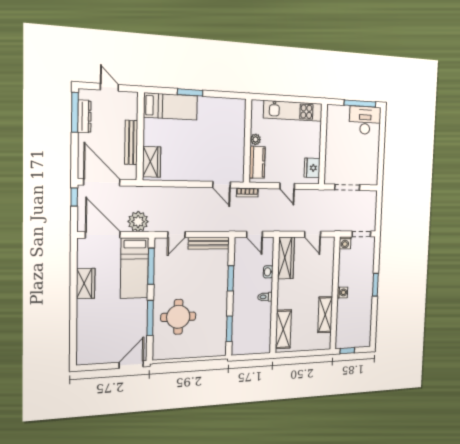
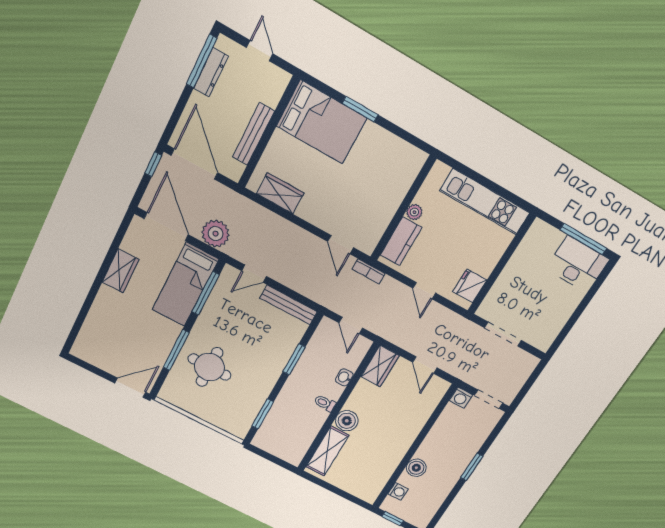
bed: (171, 106) -> (322, 122), width x1.50
wardrobe: (152, 162) -> (280, 193), moved, turned -90
wardrobe: (286, 258) -> (380, 366), width x0.67
washing machine: (342, 292) -> (398, 491), moved
boiler: (285, 301) -> (347, 421), added
boiler: (343, 306) -> (416, 468), added
shelving: (325, 315) -> (388, 464), removed

